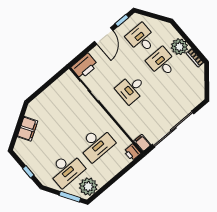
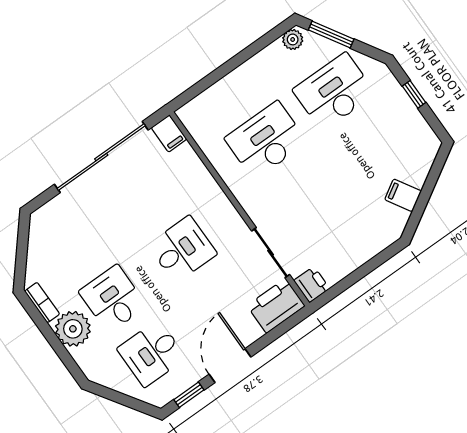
desk: (141, 38) -> (152, 353), turned 90
desk: (162, 63) -> (113, 299), turned 180
filing cabinet: (27, 129) -> (403, 195), width x0.50
printer: (132, 152) -> (312, 285), moved
plant: (88, 187) -> (293, 39), width x0.53, depth x0.53

